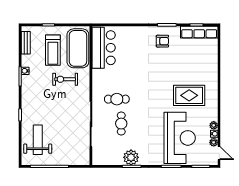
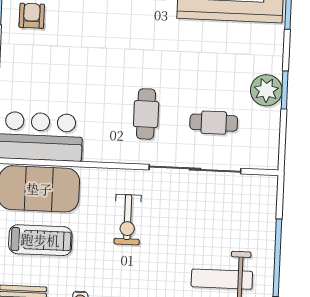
exercise bike: (65, 79) -> (128, 220), moved
cafe table: (121, 124) -> (214, 123), moved

